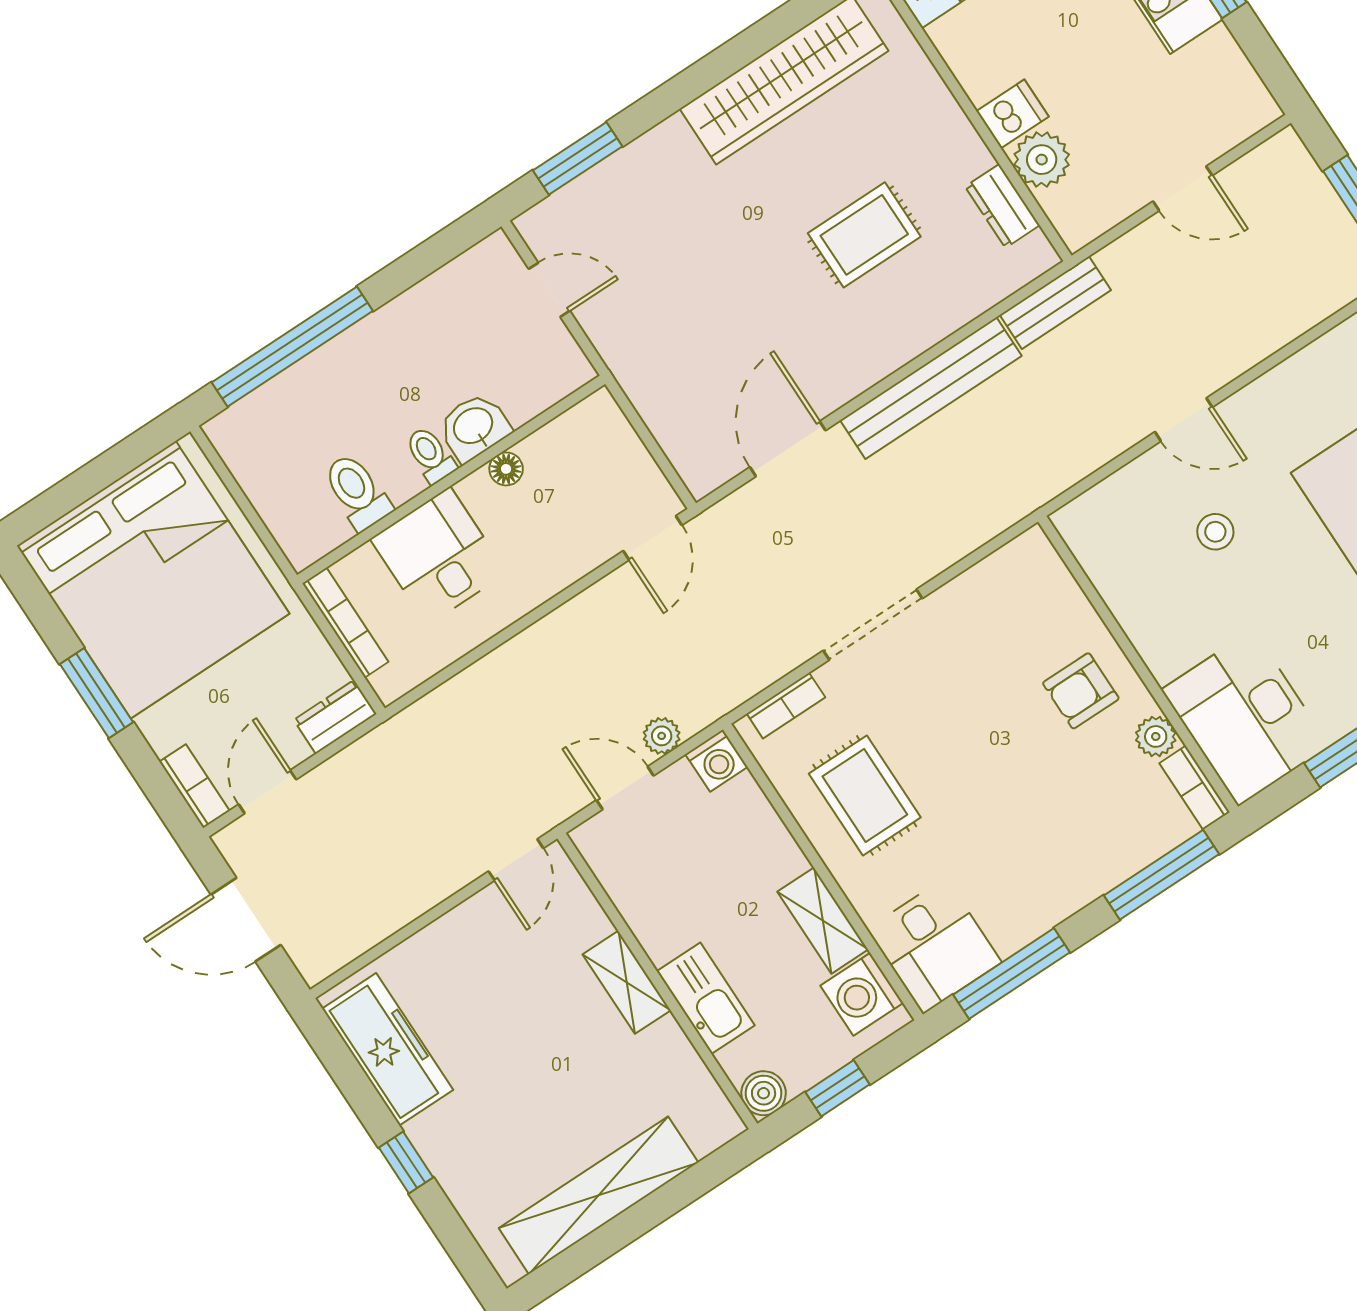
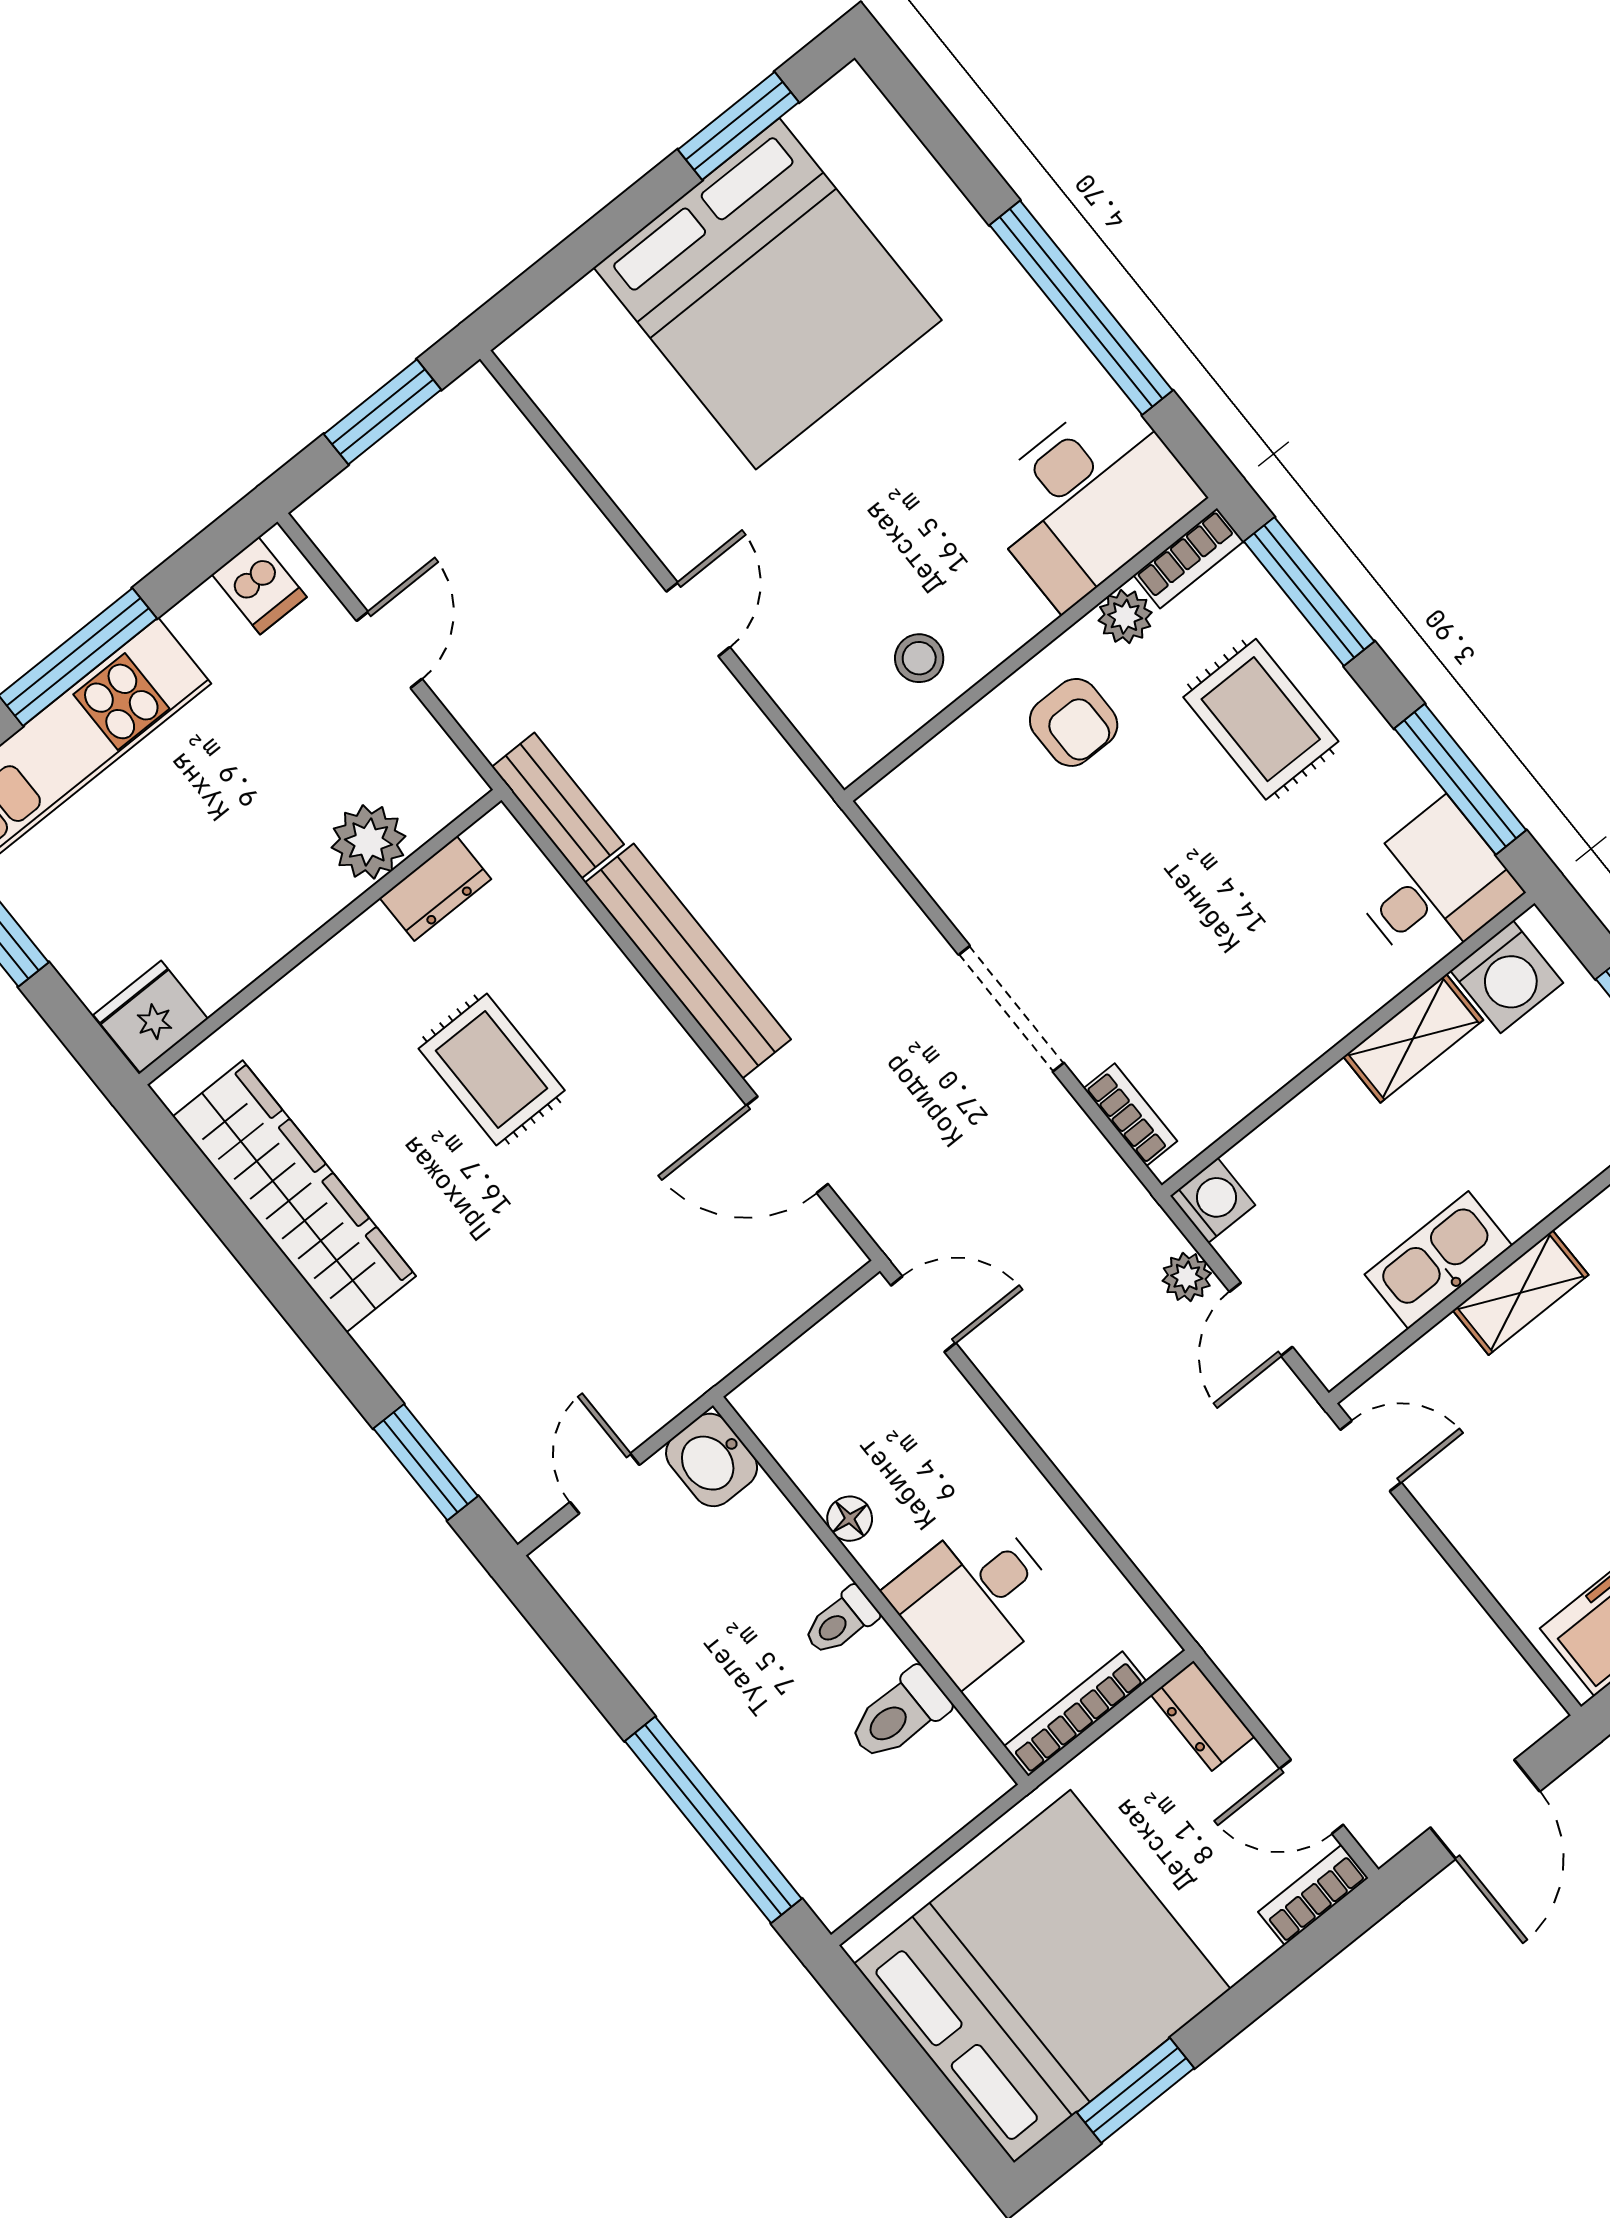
dishwasher: (1013, 114) -> (259, 586), moved, turned 180
washbasin: (474, 427) -> (712, 1460), moved
stool: (1215, 532) -> (919, 658), moved
window: (96, 693) -> (1136, 2090), moved
rug: (865, 795) -> (1261, 719), moved, turned 90
kitchen sink: (706, 998) -> (1438, 1260), moved

